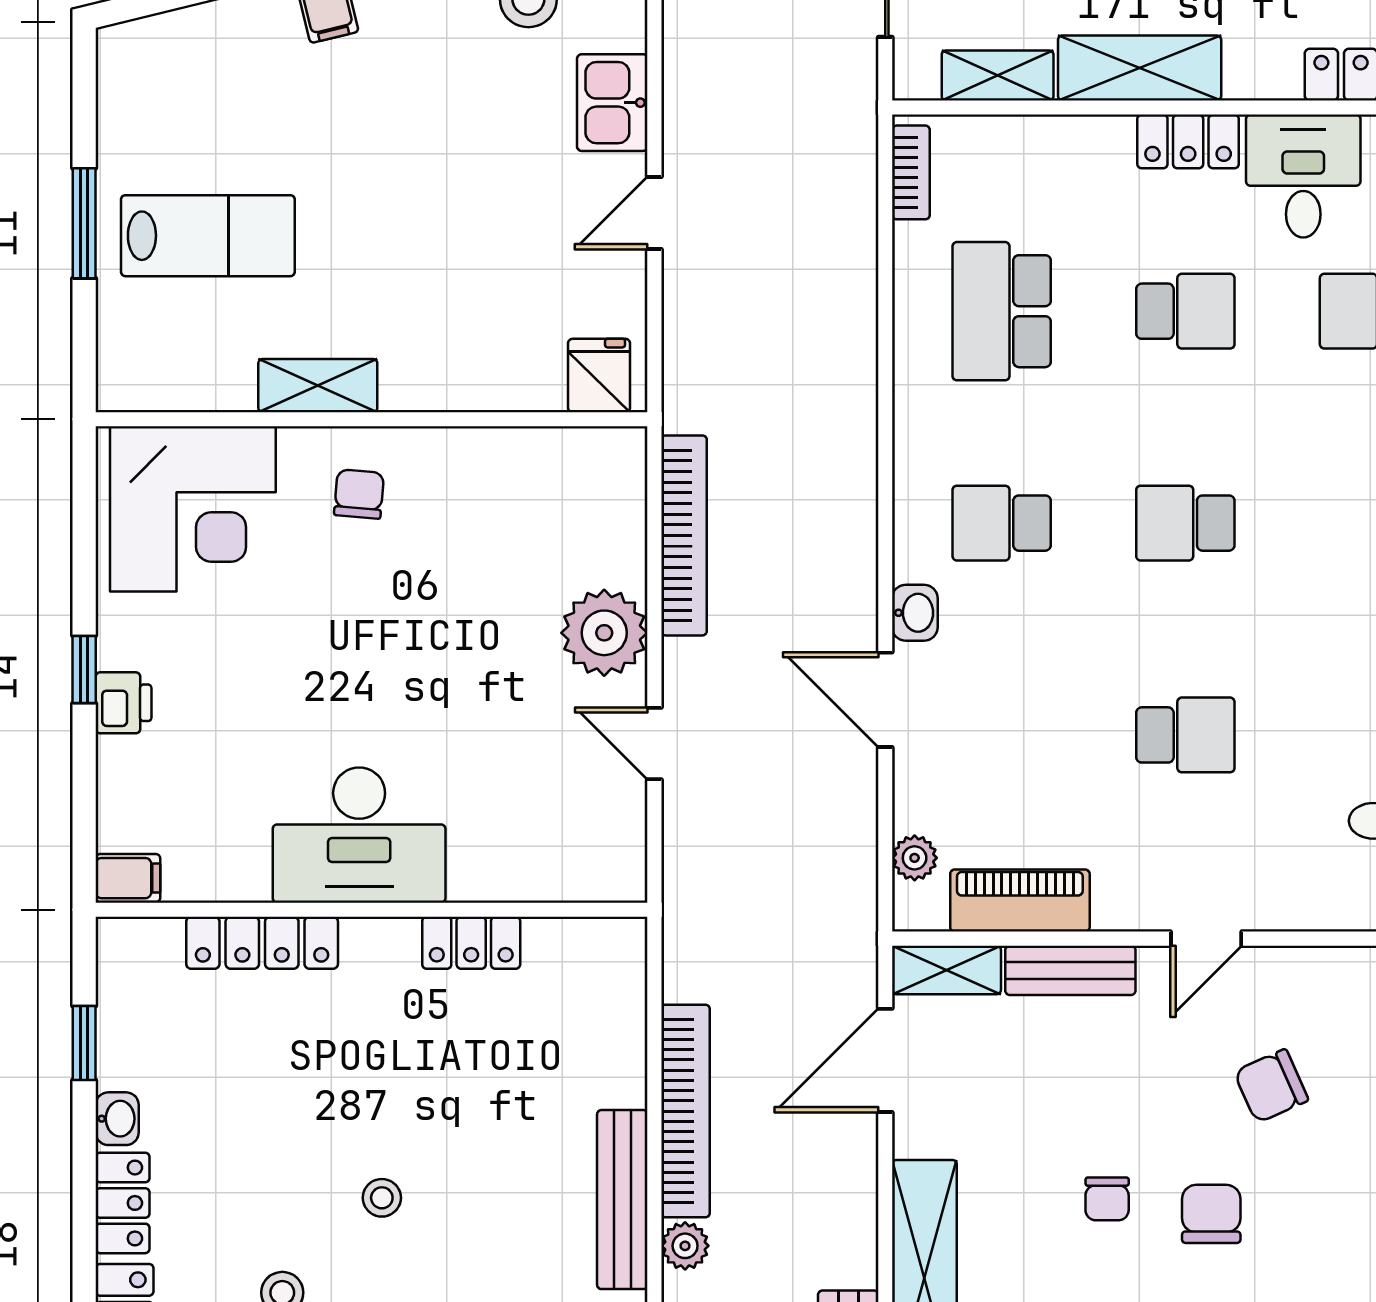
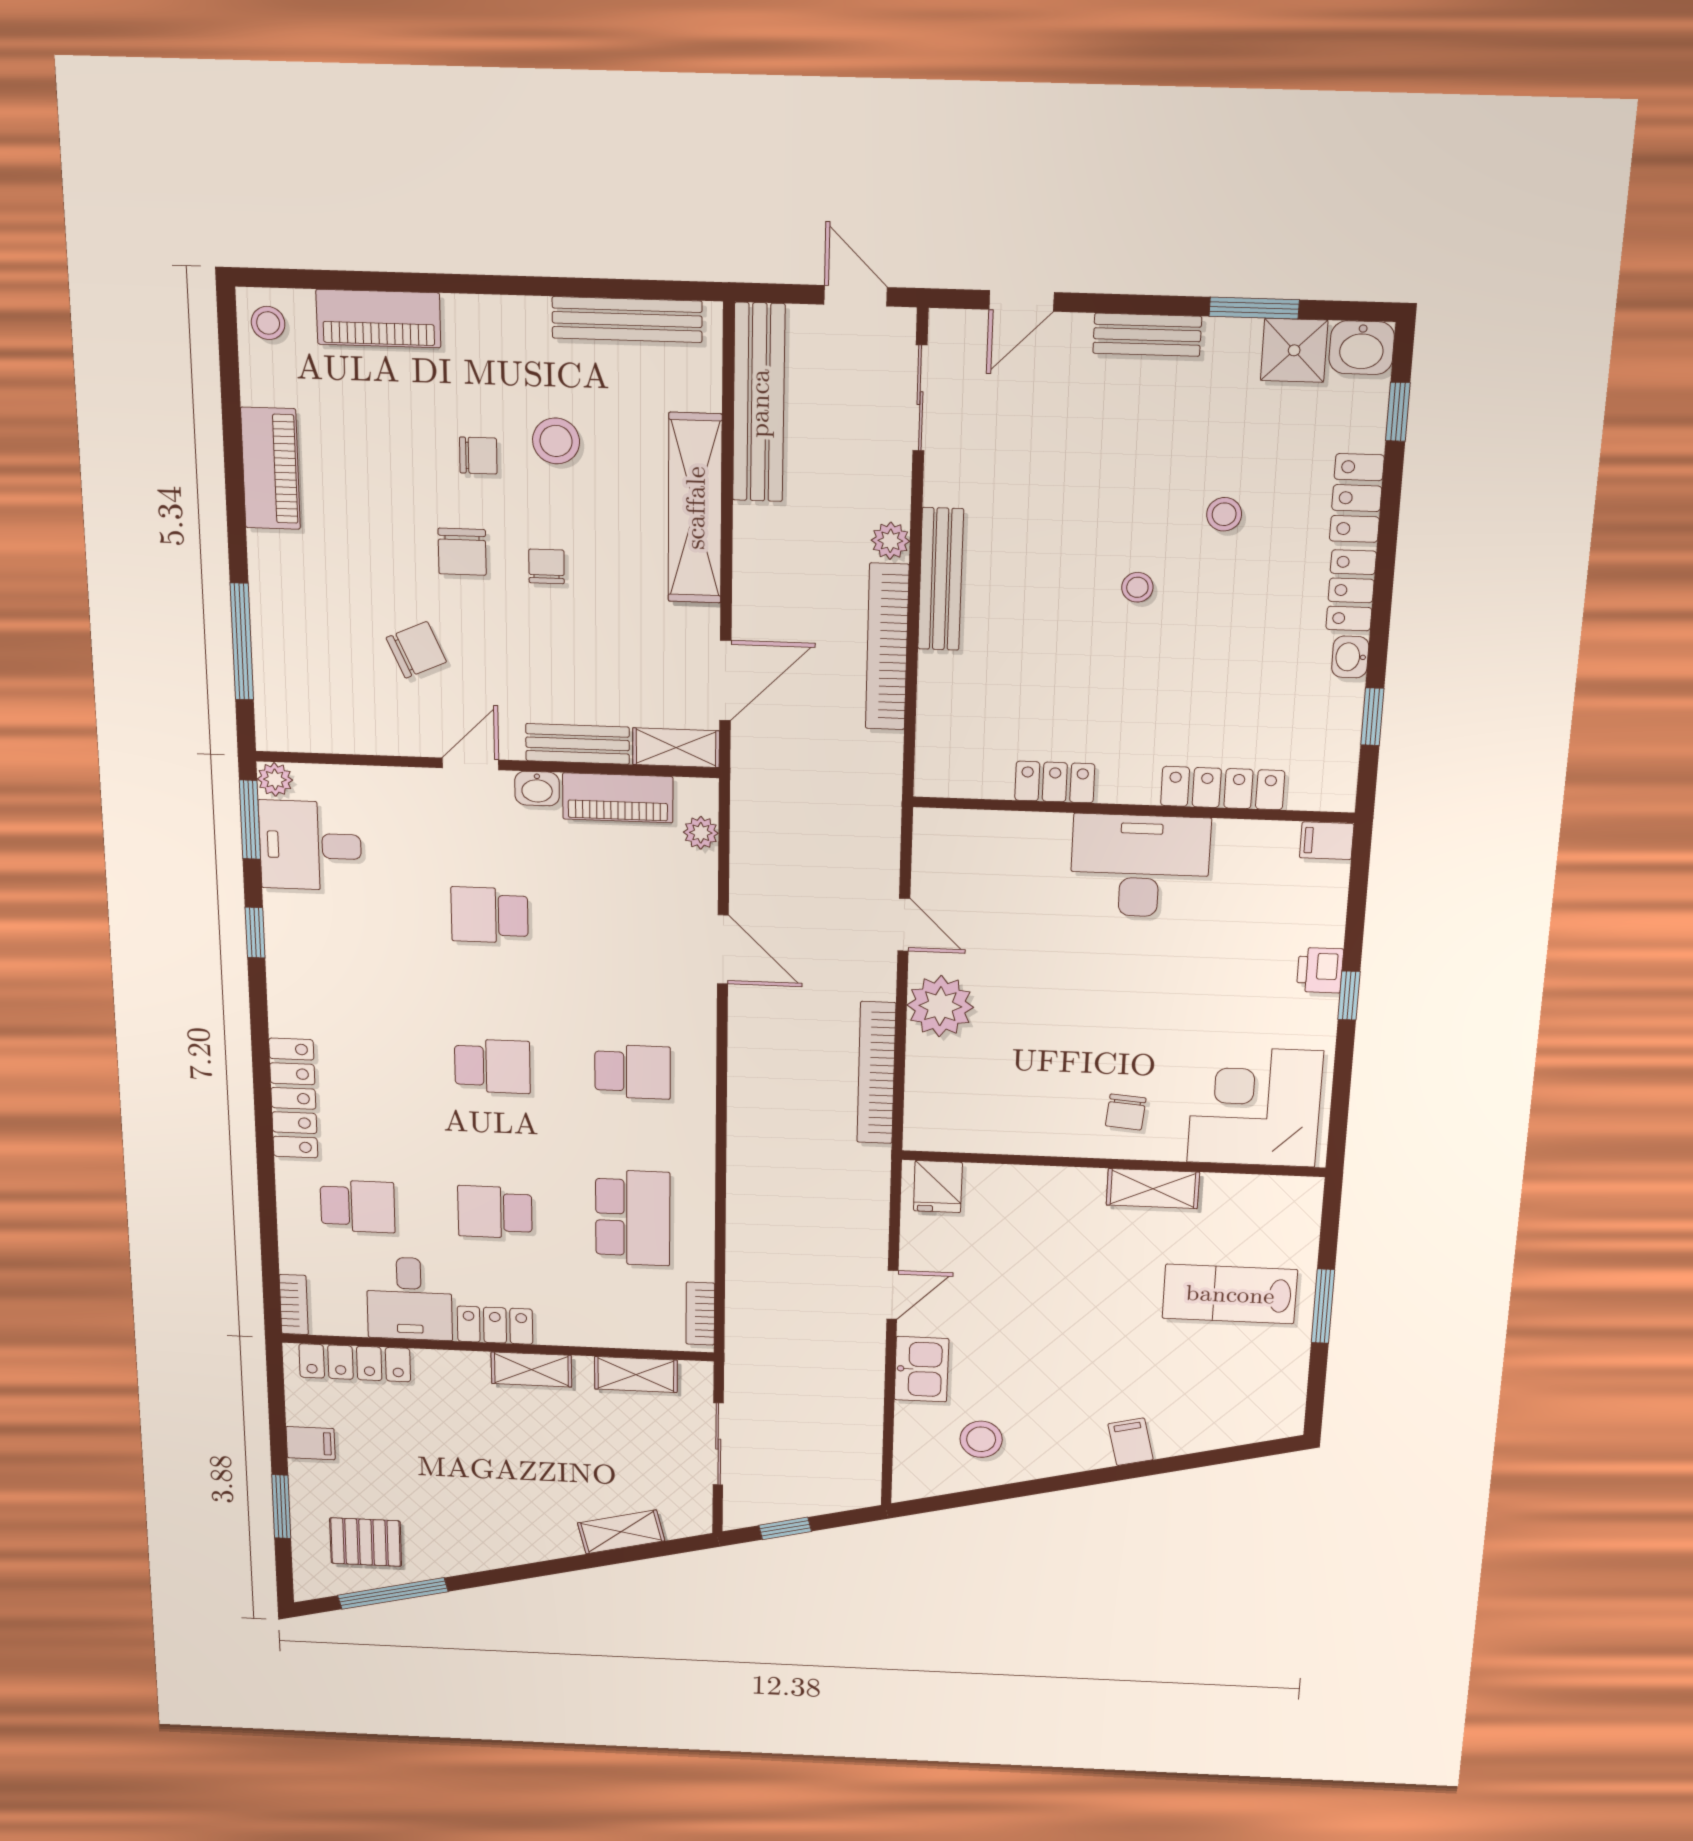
shelving: (1140, 68) -> (531, 1369), width x0.67, depth x0.75
washbasin: (915, 613) -> (537, 789), moved, turned -90

